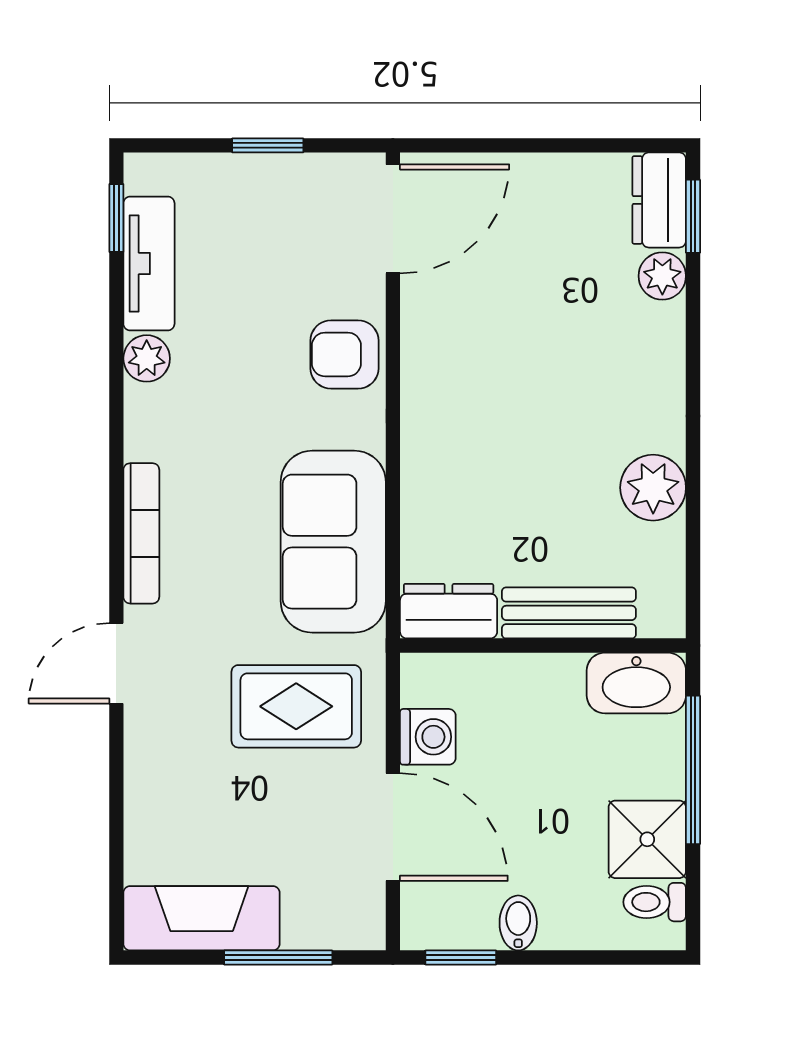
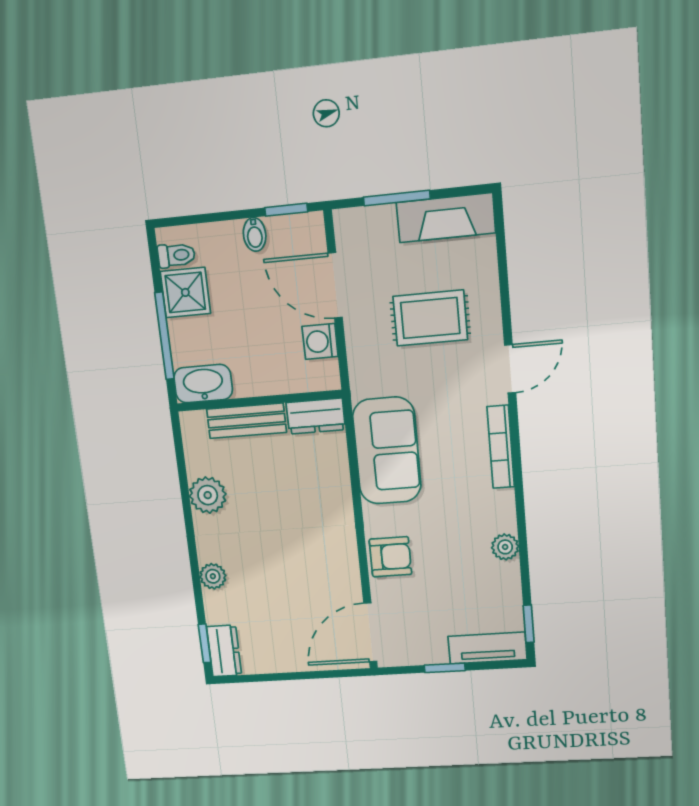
tv unit: (149, 264) -> (487, 648), moved, turned 90
plant: (662, 276) -> (213, 576), moved
rug: (296, 706) -> (430, 318), moved

